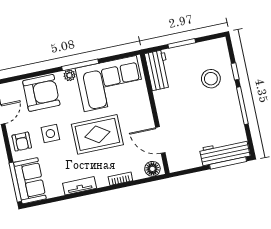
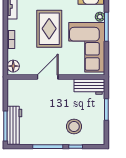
door: (160, 140) -> (48, 77), moved

